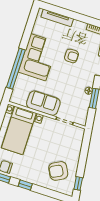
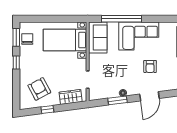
sofa: (43, 103) -> (98, 37), moved
wardrobe: (76, 143) -> (71, 97), added
window: (78, 183) -> (47, 109), moved

